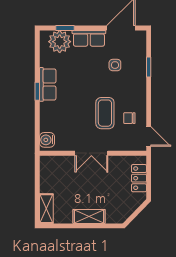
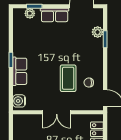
plant: (60, 42) -> (30, 13), width x0.53, depth x0.53
plant: (140, 58) -> (98, 32), added
side table: (115, 65) -> (77, 38), removed
row of seats: (48, 84) -> (20, 71), moved

